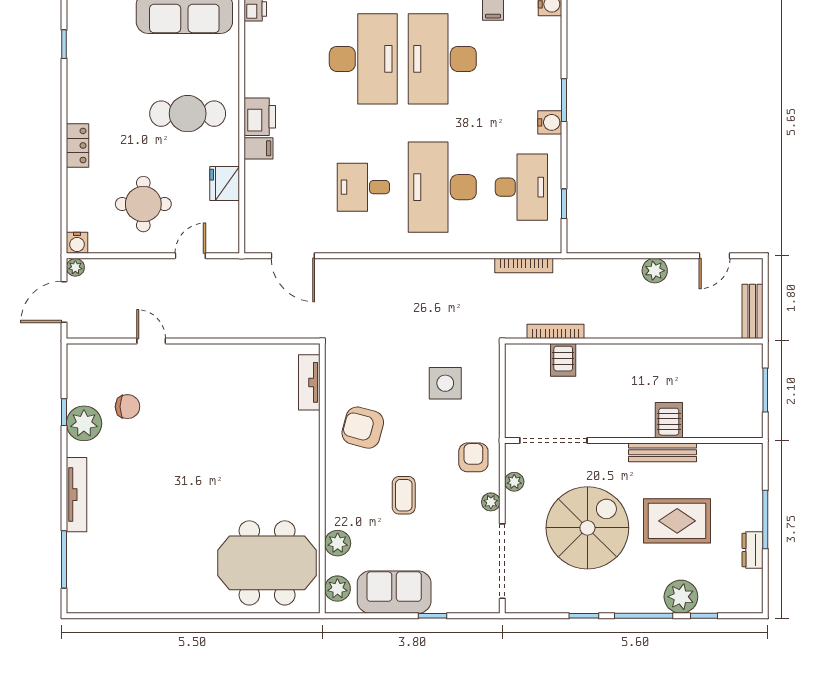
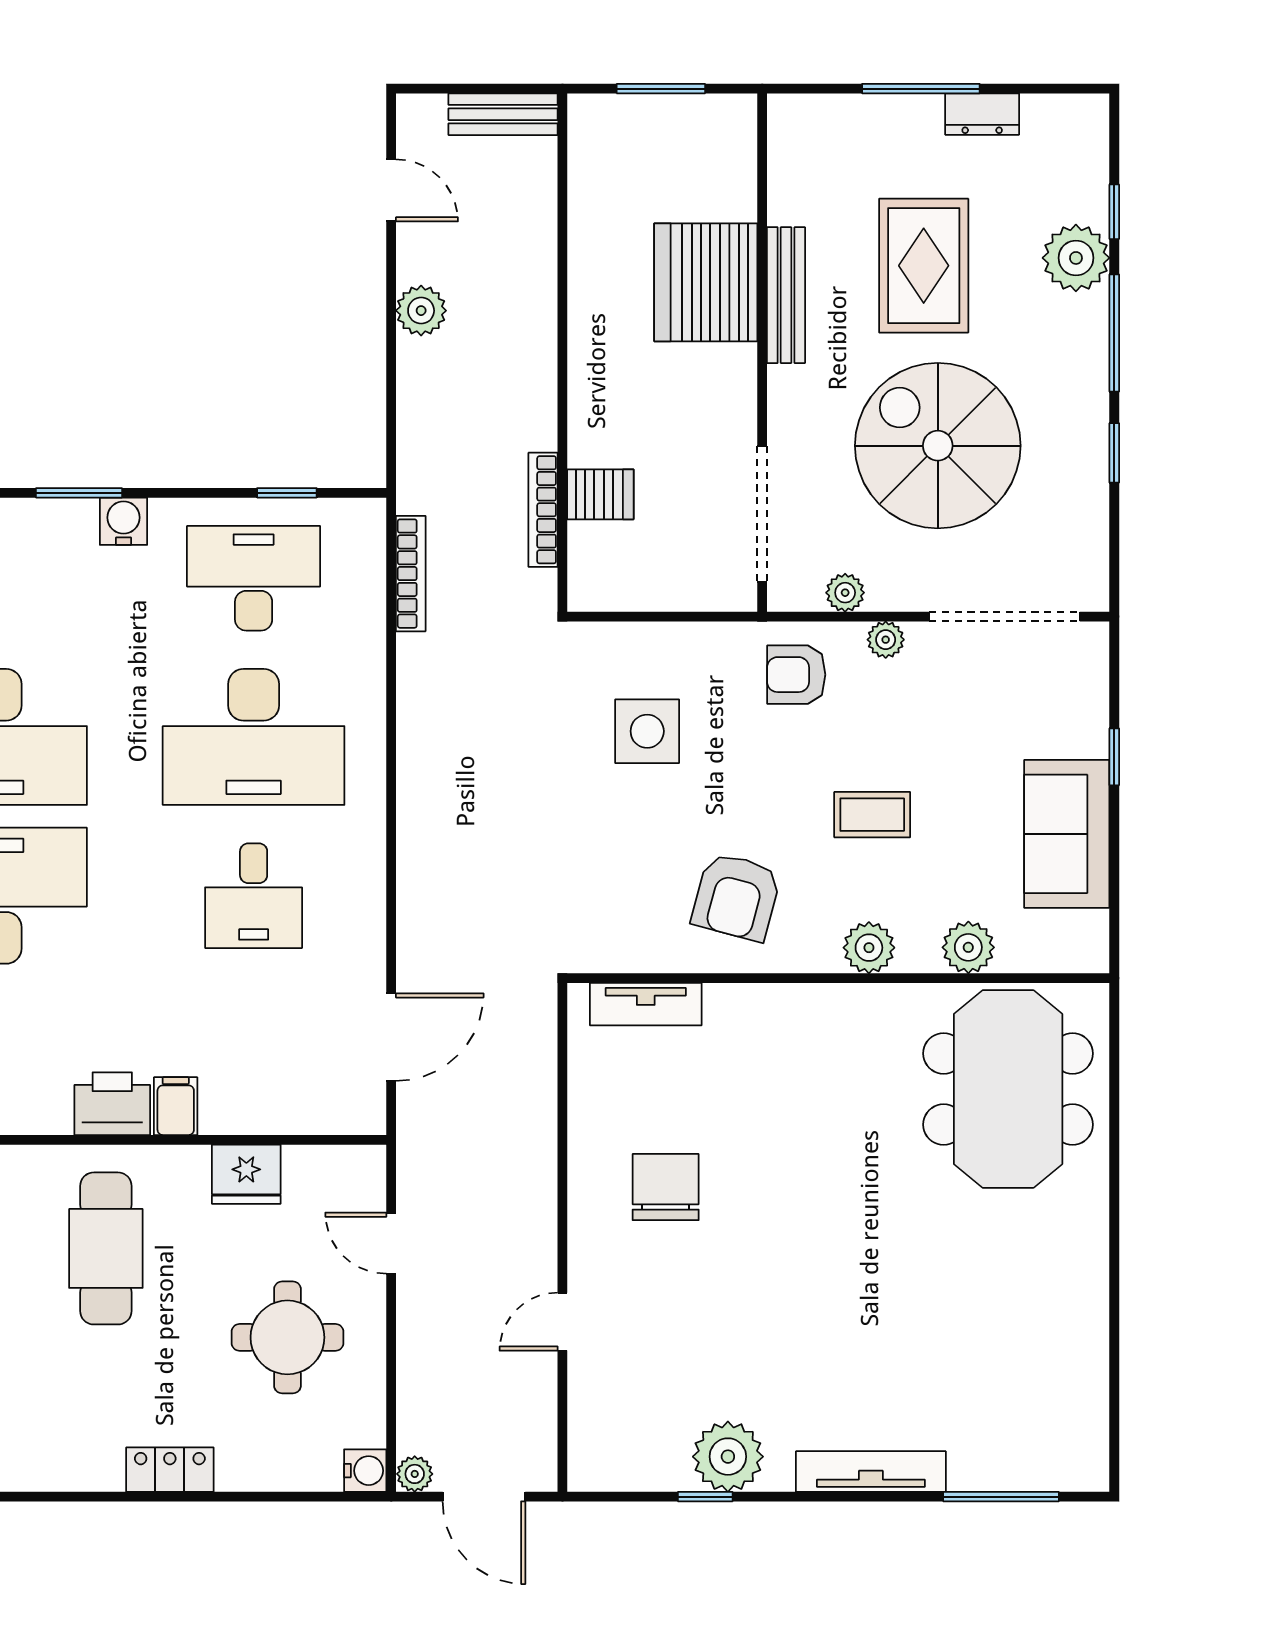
chair: (128, 407) -> (666, 1187), moved, width x1.37, depth x1.37
server rack: (669, 420) -> (706, 282), width x2.18, depth x1.44
plant: (337, 589) -> (869, 948), moved

